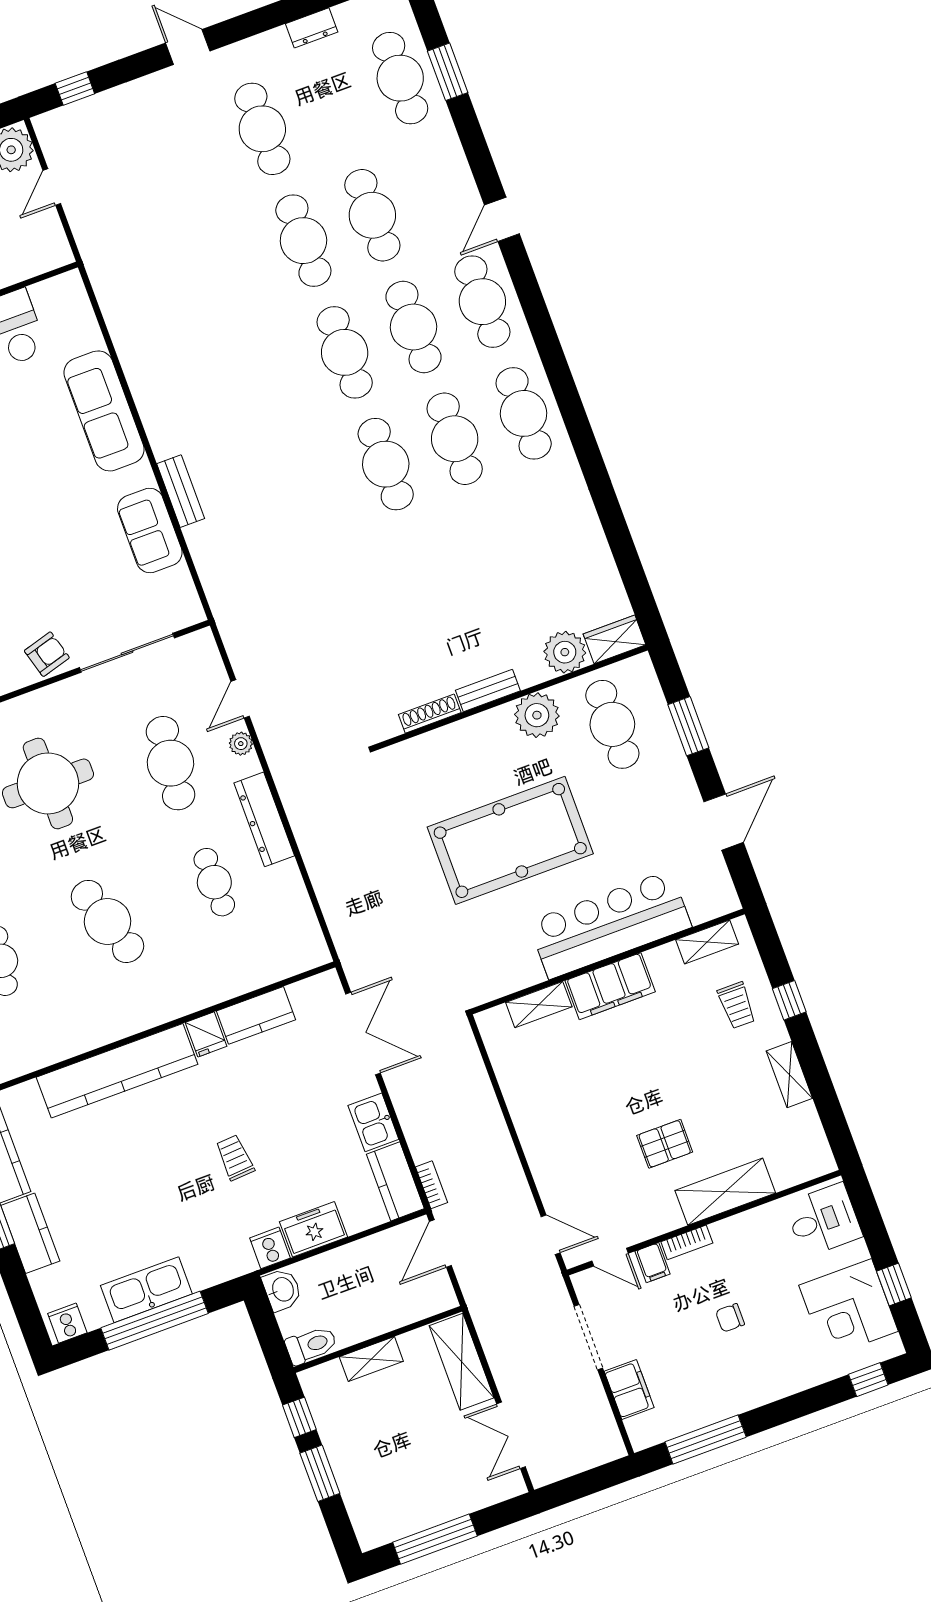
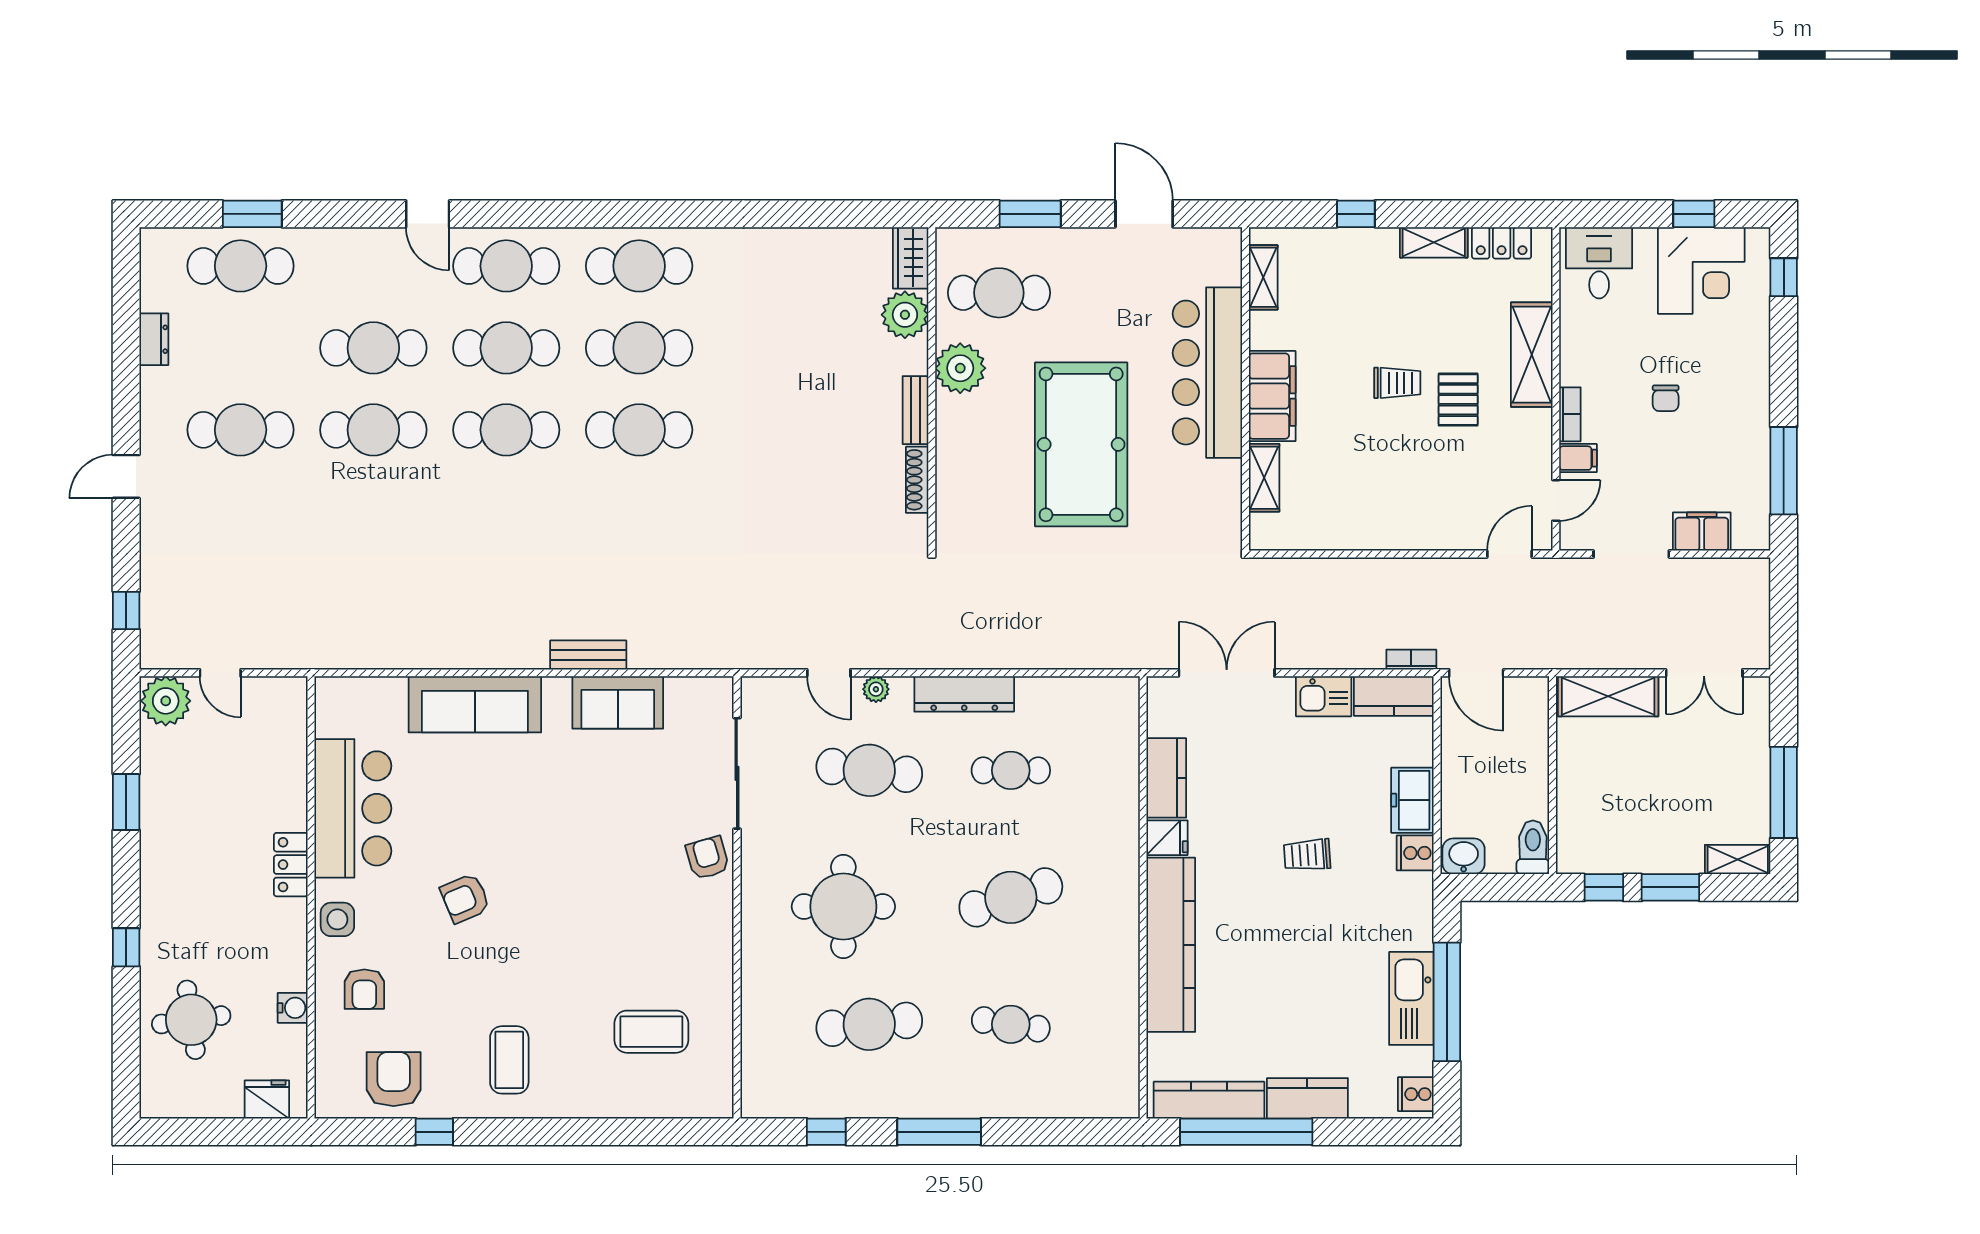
trolley: (737, 1005) -> (1397, 383), moved
locker: (810, 1132) -> (1502, 243), added
shelving: (371, 1359) -> (1738, 860), moved, turned 90

